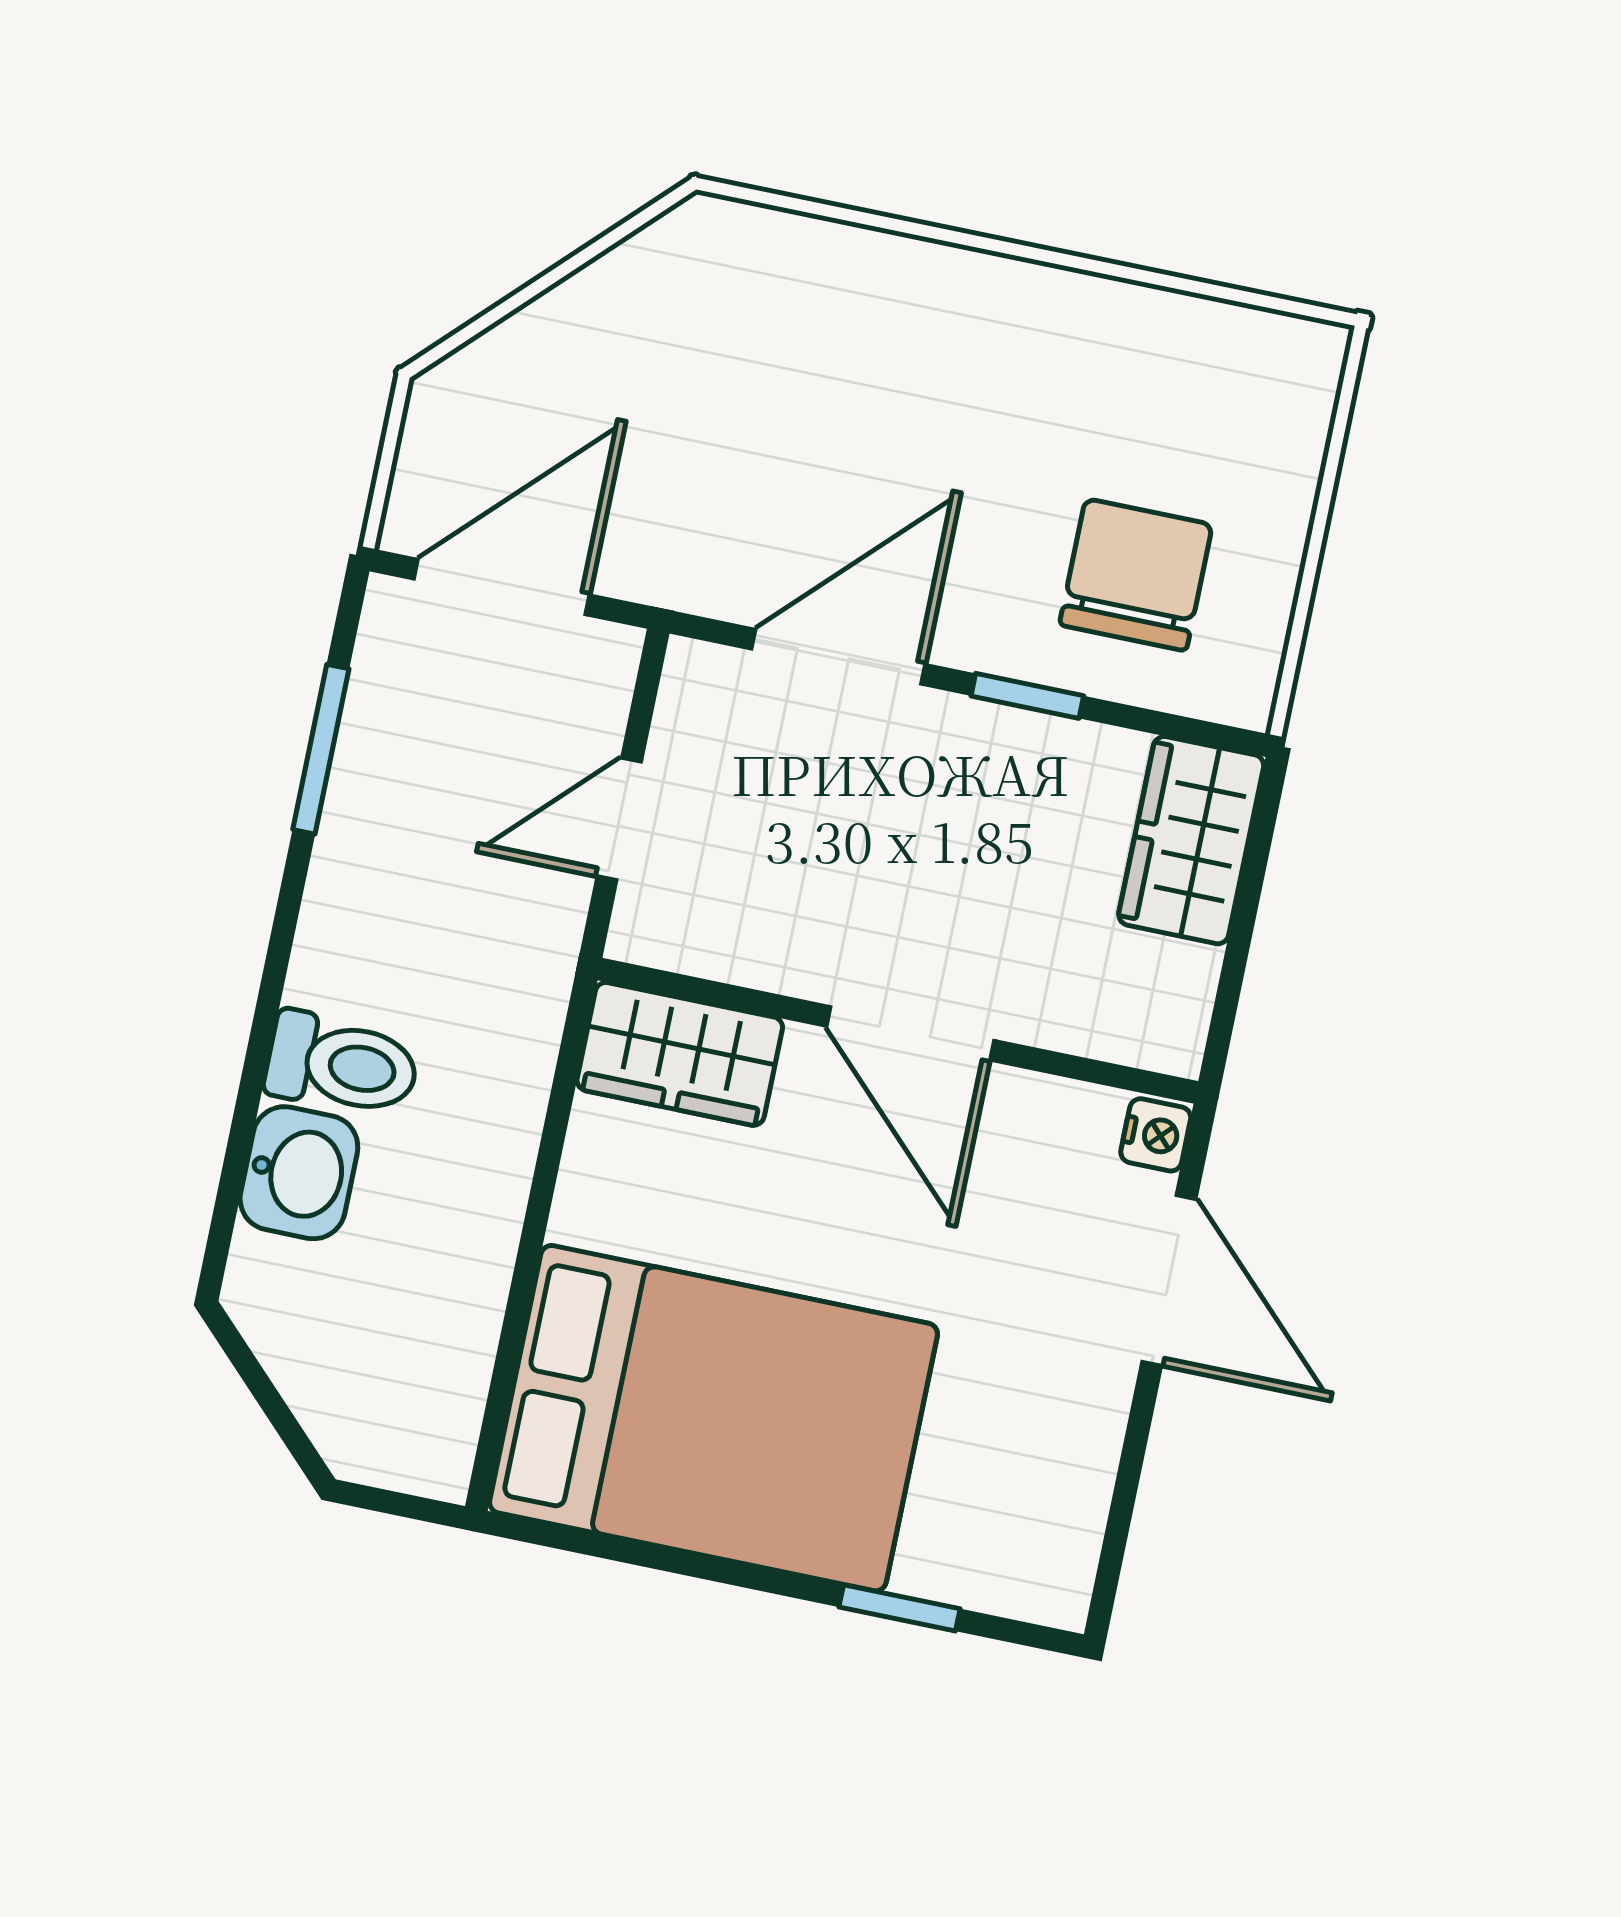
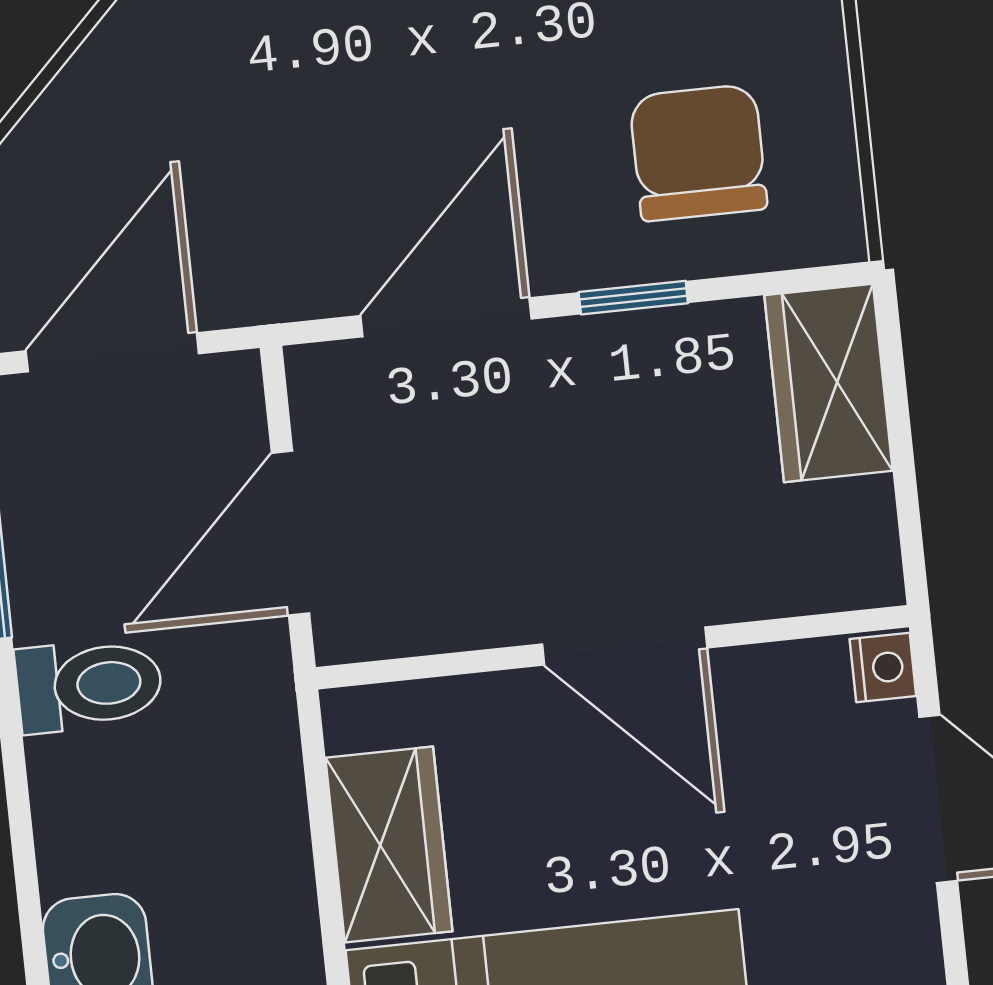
door: (619, 819) -> (291, 533), width x1.38
wardrobe: (680, 1054) -> (389, 844), moved, turned -90
toilet: (342, 1065) -> (89, 685), moved

